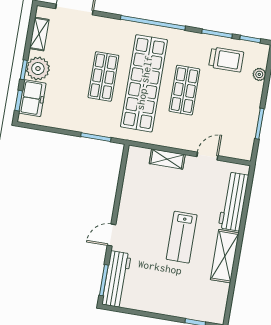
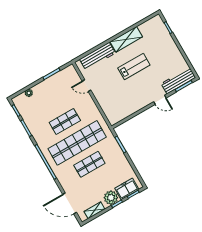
trolley: (226, 59) -> (35, 114), removed
shelving: (167, 159) -> (103, 103), removed

